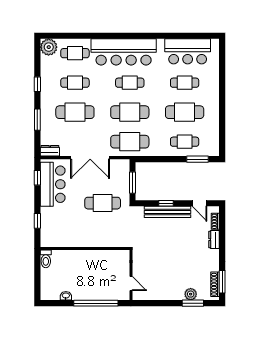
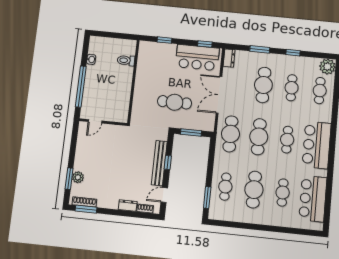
bar counter: (124, 52) -> (317, 145), width x0.73
cafe table: (103, 203) -> (175, 102), turned 90
toilet: (46, 259) -> (126, 60), moved

